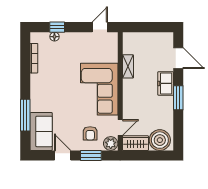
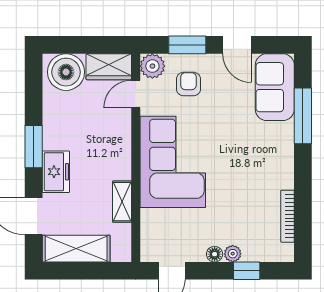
floor lamp: (54, 37) -> (215, 254), moved
plant: (65, 37) -> (233, 254), added
shelving: (154, 40) -> (76, 249), added

